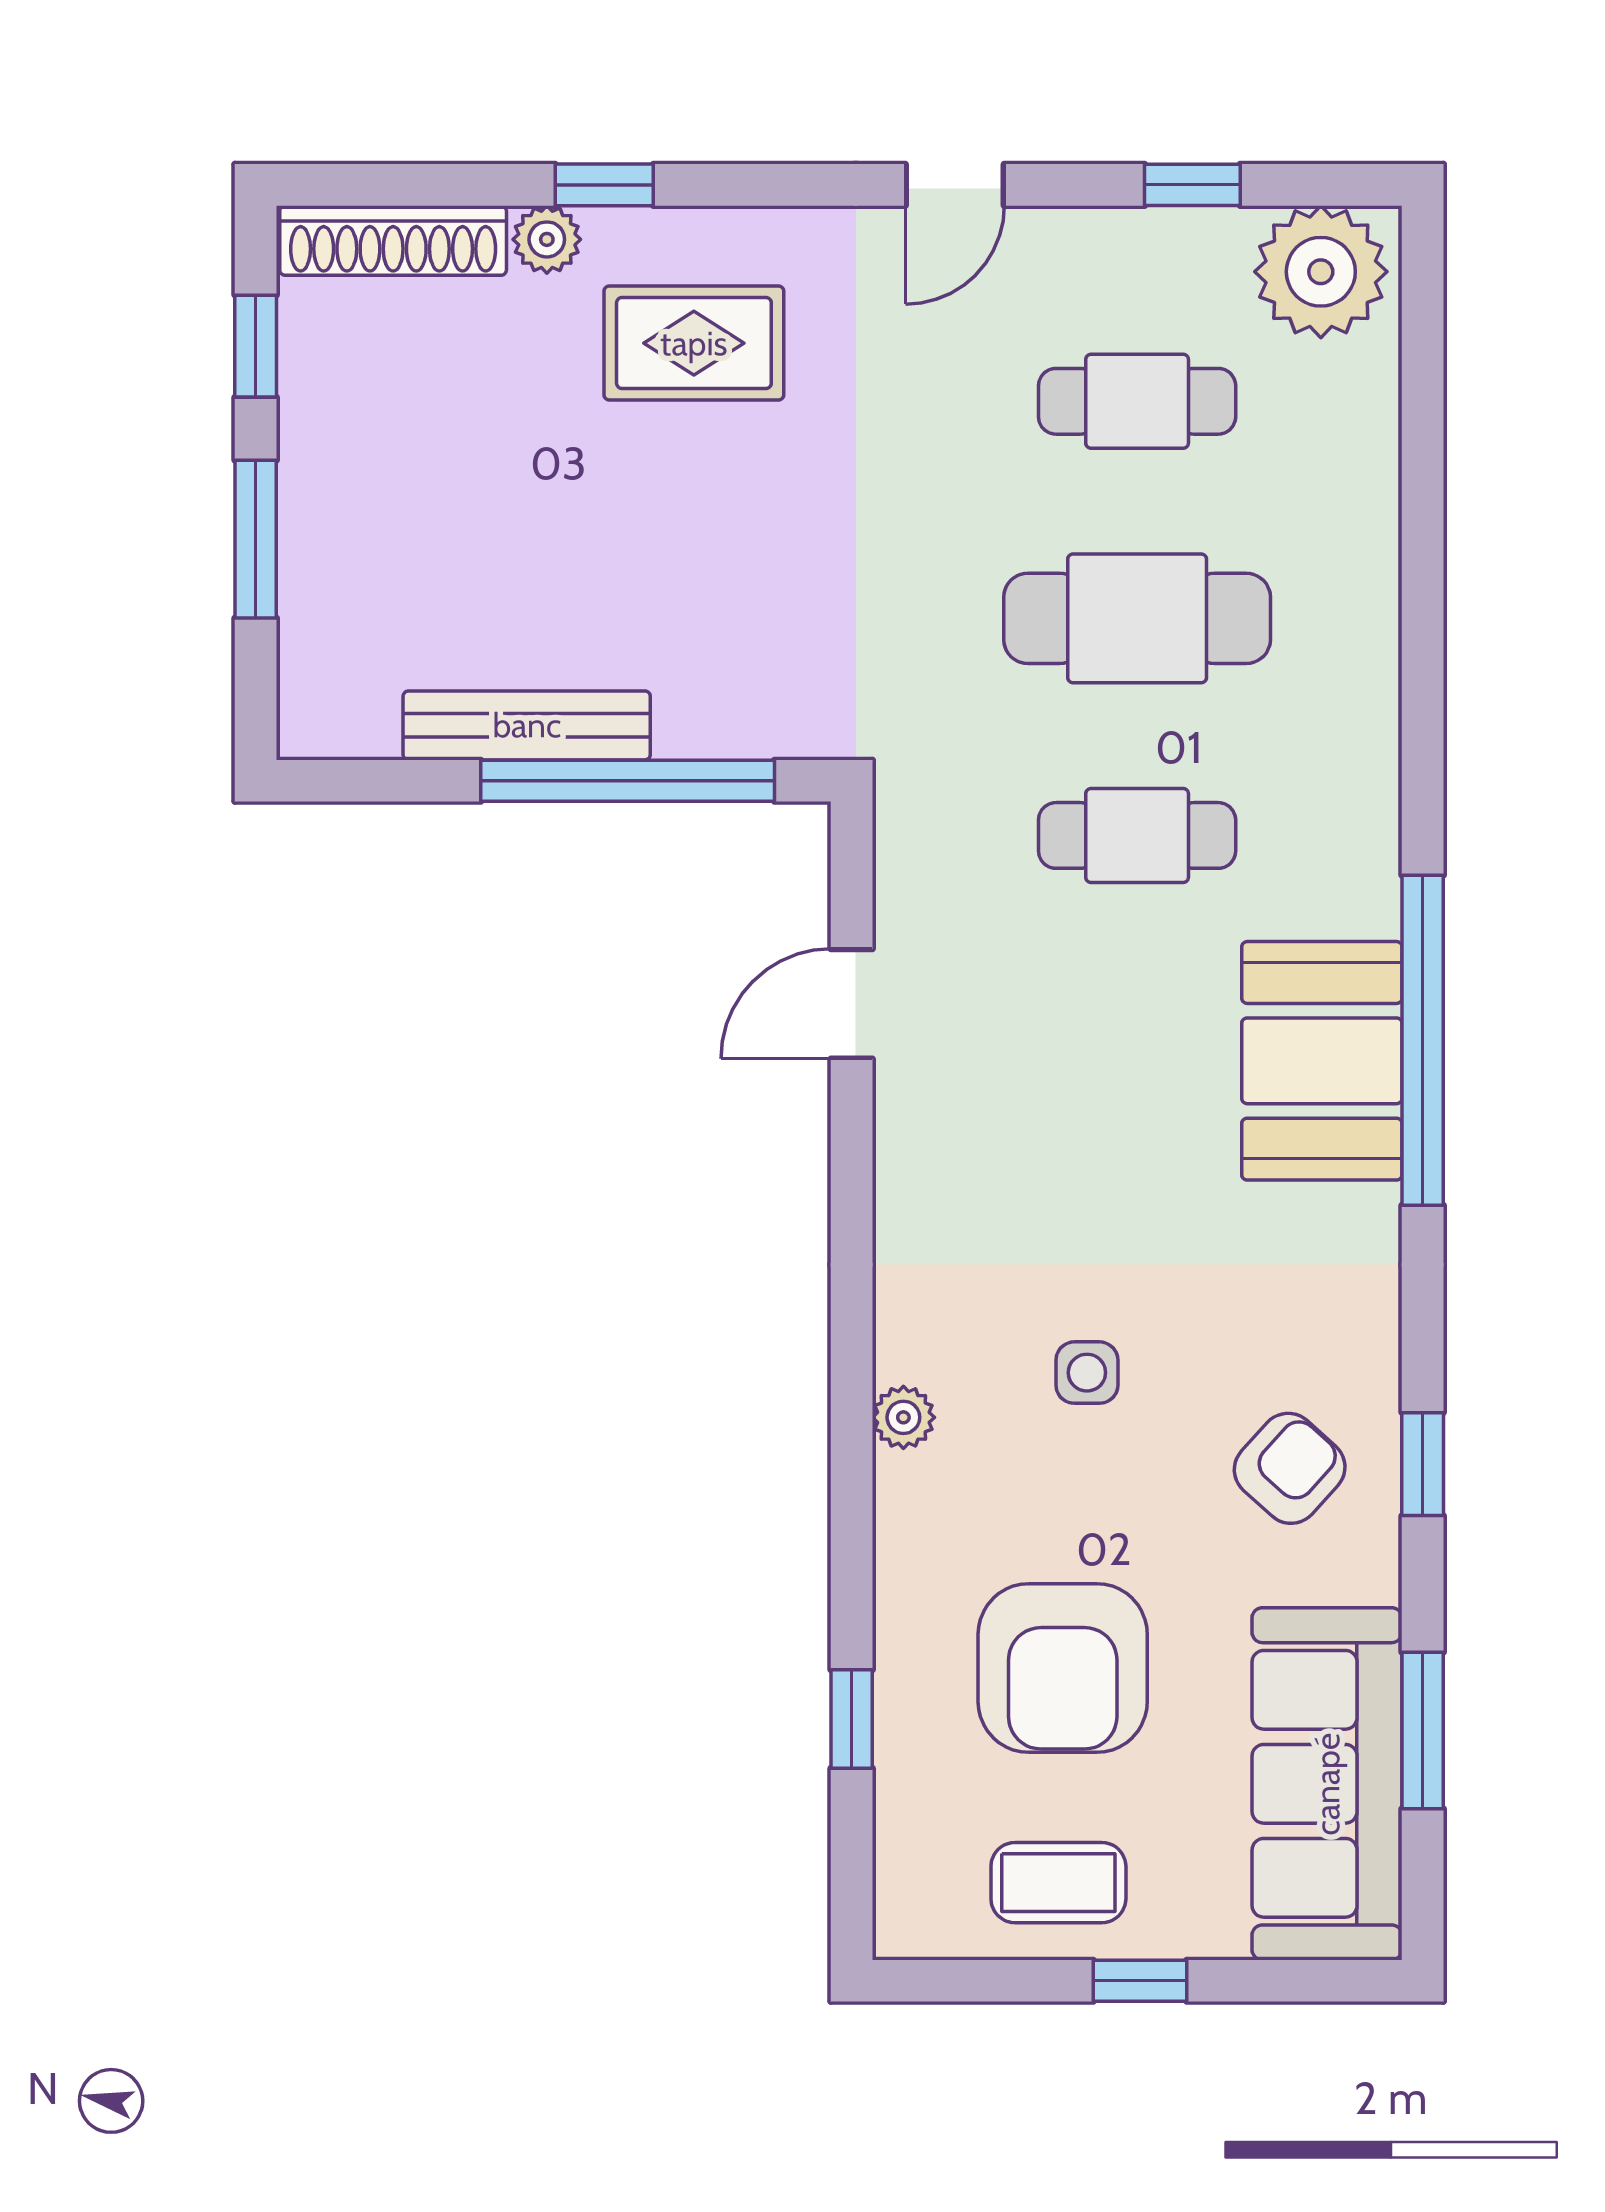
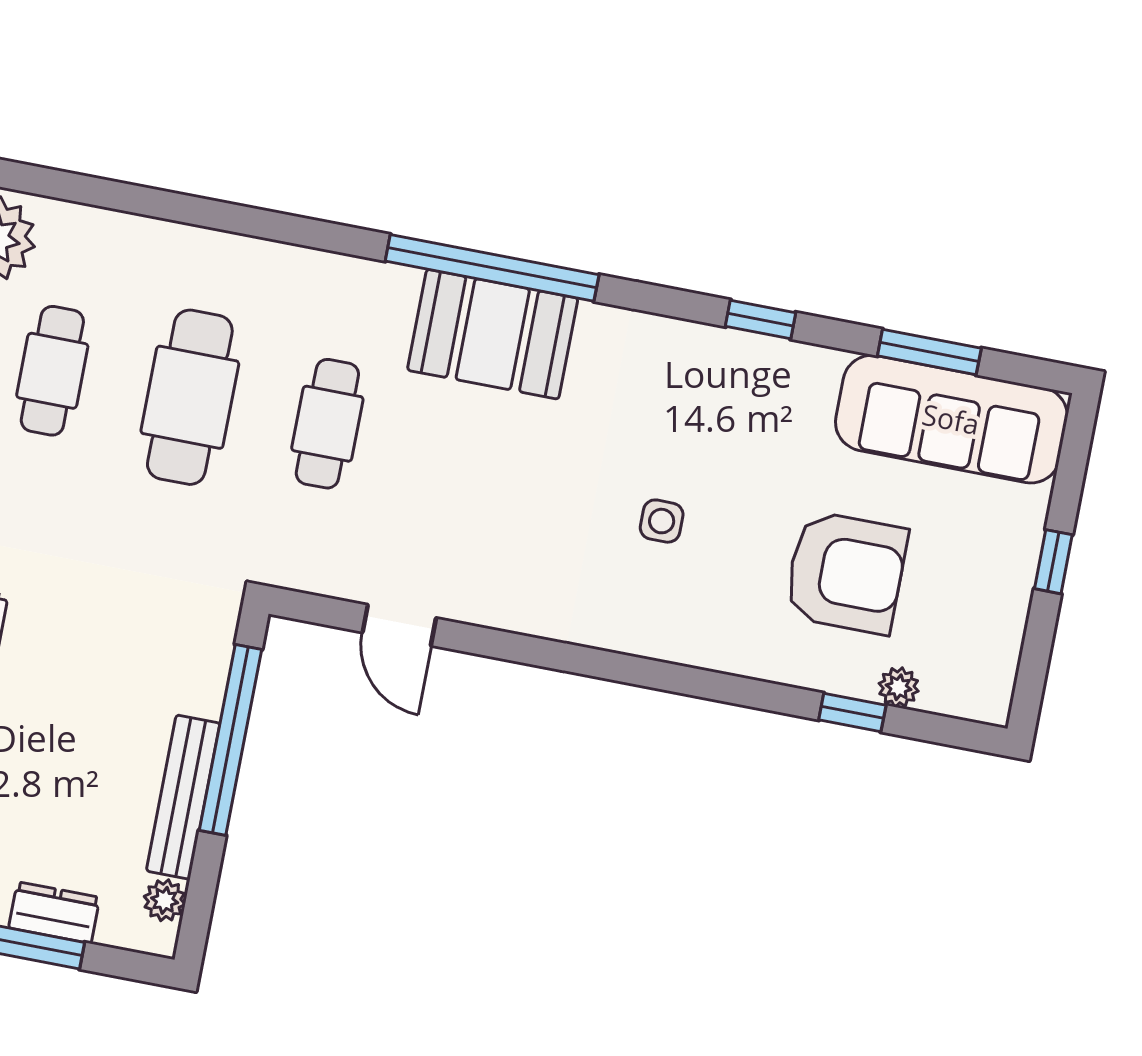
dresser: (313, 563) -> (54, 913), added
plant: (364, 727) -> (165, 900), added
plant: (903, 1417) -> (899, 687), moved
armchair: (1290, 1468) -> (747, 404), removed
coffee table: (1058, 1883) -> (981, 601), removed

